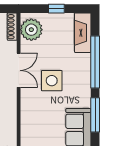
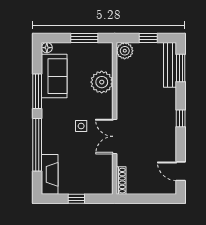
plant: (31, 30) -> (102, 82), moved
side table: (52, 81) -> (81, 126), width x0.54, depth x0.54

